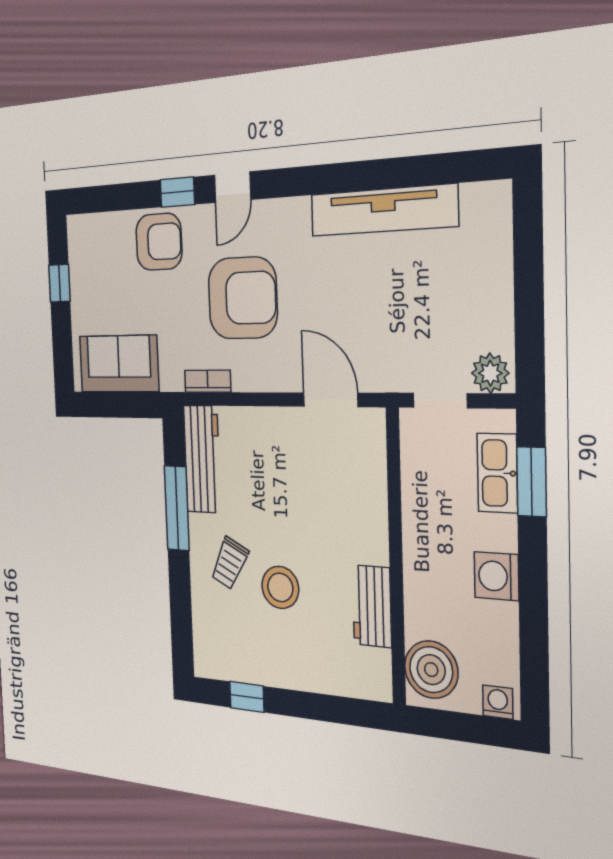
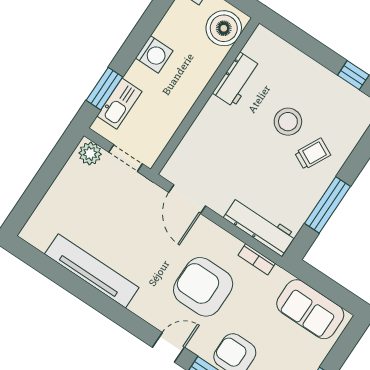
workbench: (202, 459) -> (260, 226), moved, turned 90

